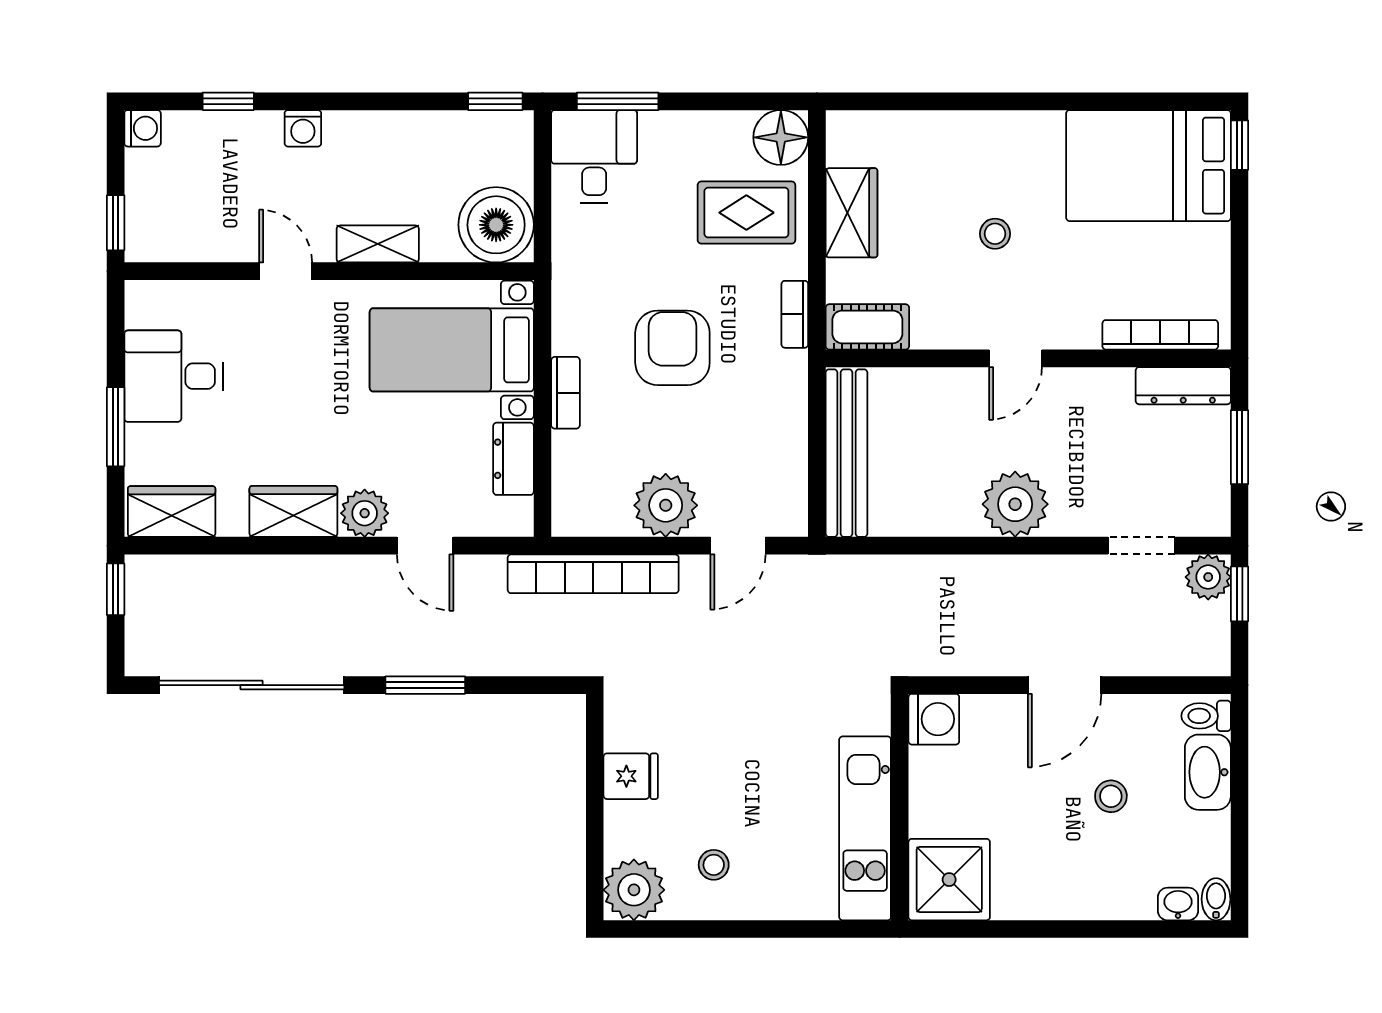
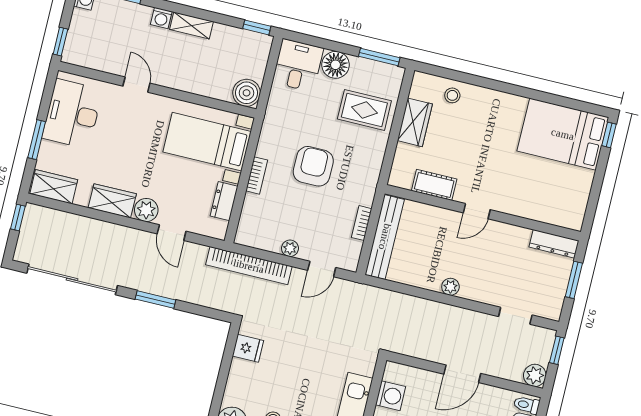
window: (618, 101) -> (379, 57), moved
floor lamp: (781, 137) -> (336, 65), moved
boiler: (496, 225) -> (247, 93), width x0.73, depth x0.73
stool: (995, 234) -> (452, 95), moved
shelving: (378, 244) -> (191, 25), moved
bookcase: (795, 314) -> (362, 223), moved
cot: (867, 327) -> (434, 185), moved
bookcase: (1160, 335) -> (549, 217), removed
desk: (174, 376) -> (72, 114), width x1.37
plant: (1015, 504) -> (450, 287), width x0.53, depth x0.53
plant: (666, 505) -> (290, 248), width x0.53, depth x0.53
plant: (1208, 577) -> (535, 375), moved
washing machine: (934, 719) -> (391, 396), moved
fridge: (631, 776) -> (248, 348), moved

